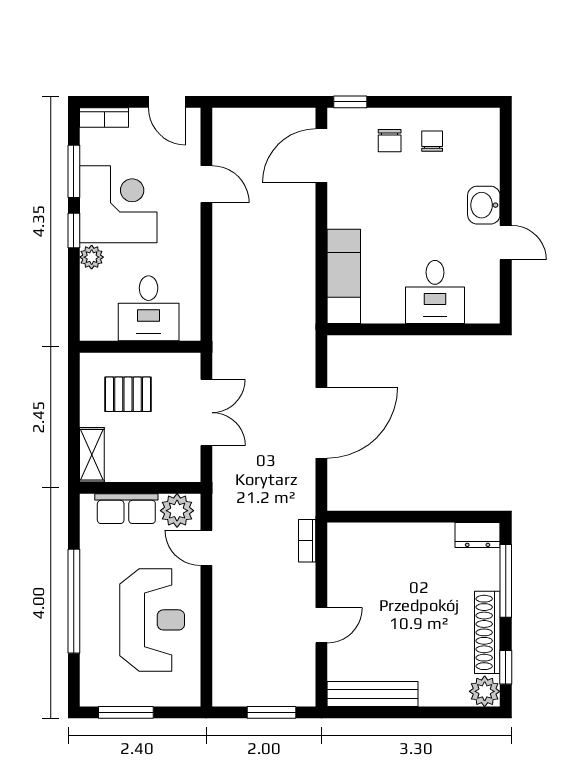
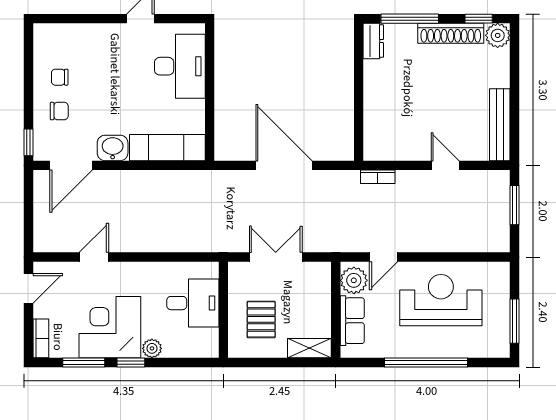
door: (321, 156) -> (71, 165), hinge flipped
washbasin: (484, 205) -> (113, 148), moved, turned 180
desk: (435, 292) -> (180, 66), width x1.37

